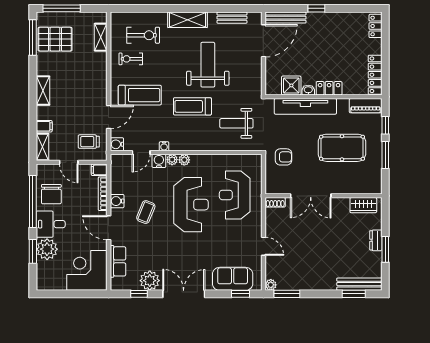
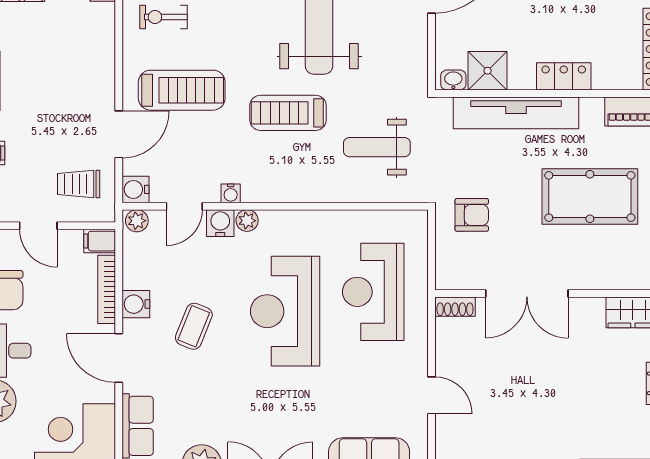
washbasin: (308, 90) -> (453, 80), moved
plant: (184, 160) -> (137, 221), moved
reception desk: (191, 205) -> (285, 311), turned 180

